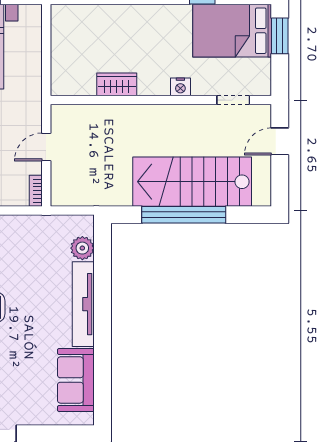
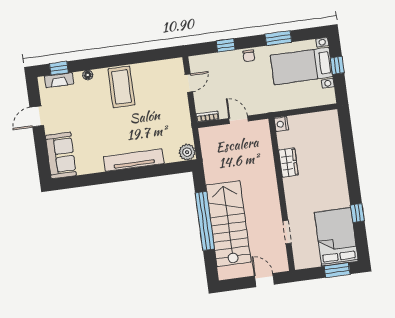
nightstand: (180, 87) -> (281, 124), moved
doorway: (233, 100) -> (287, 232), moved
plant: (82, 248) -> (187, 152), moved
sofa: (76, 380) -> (61, 155), moved, turned 90

